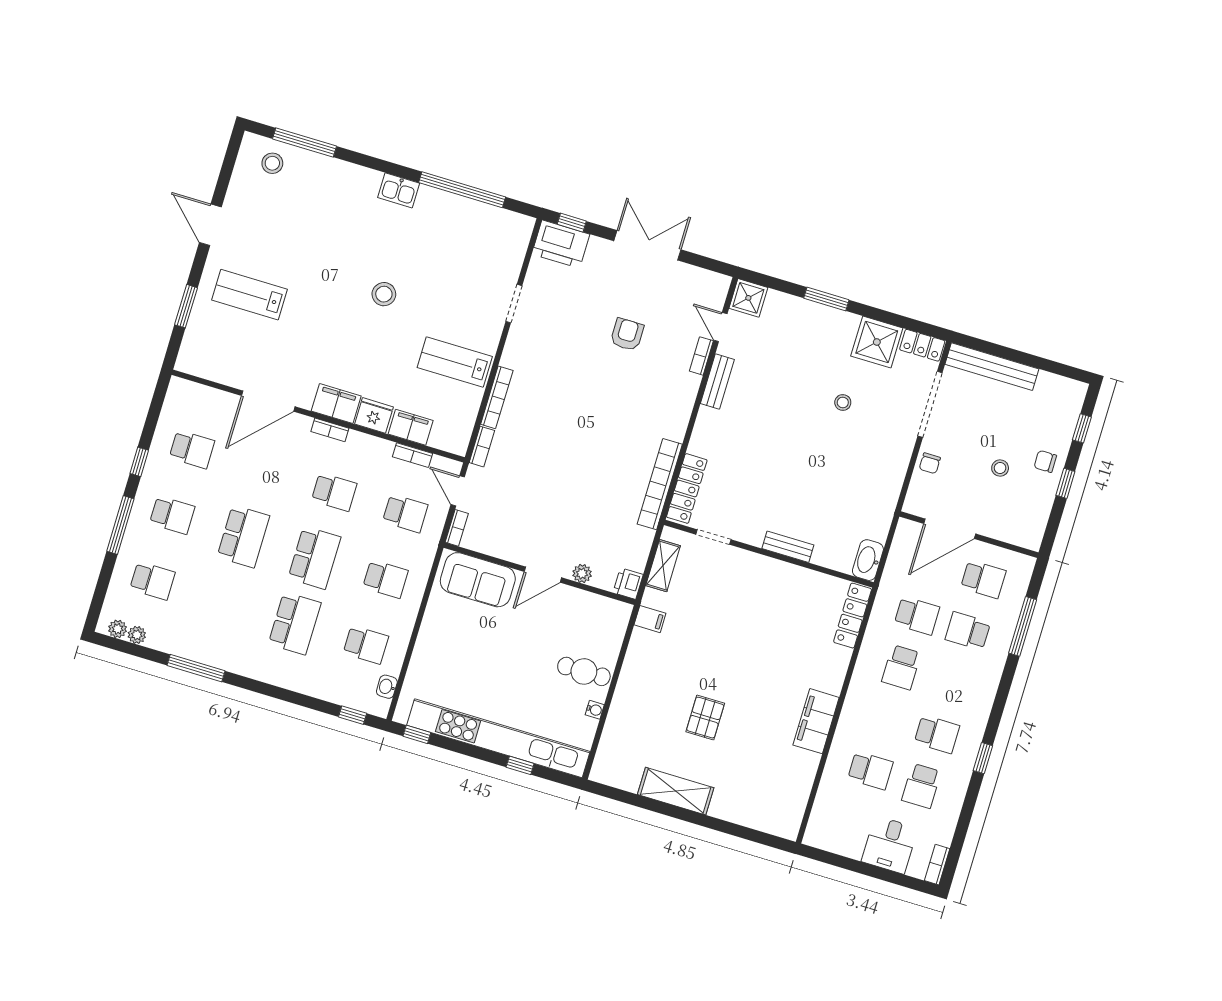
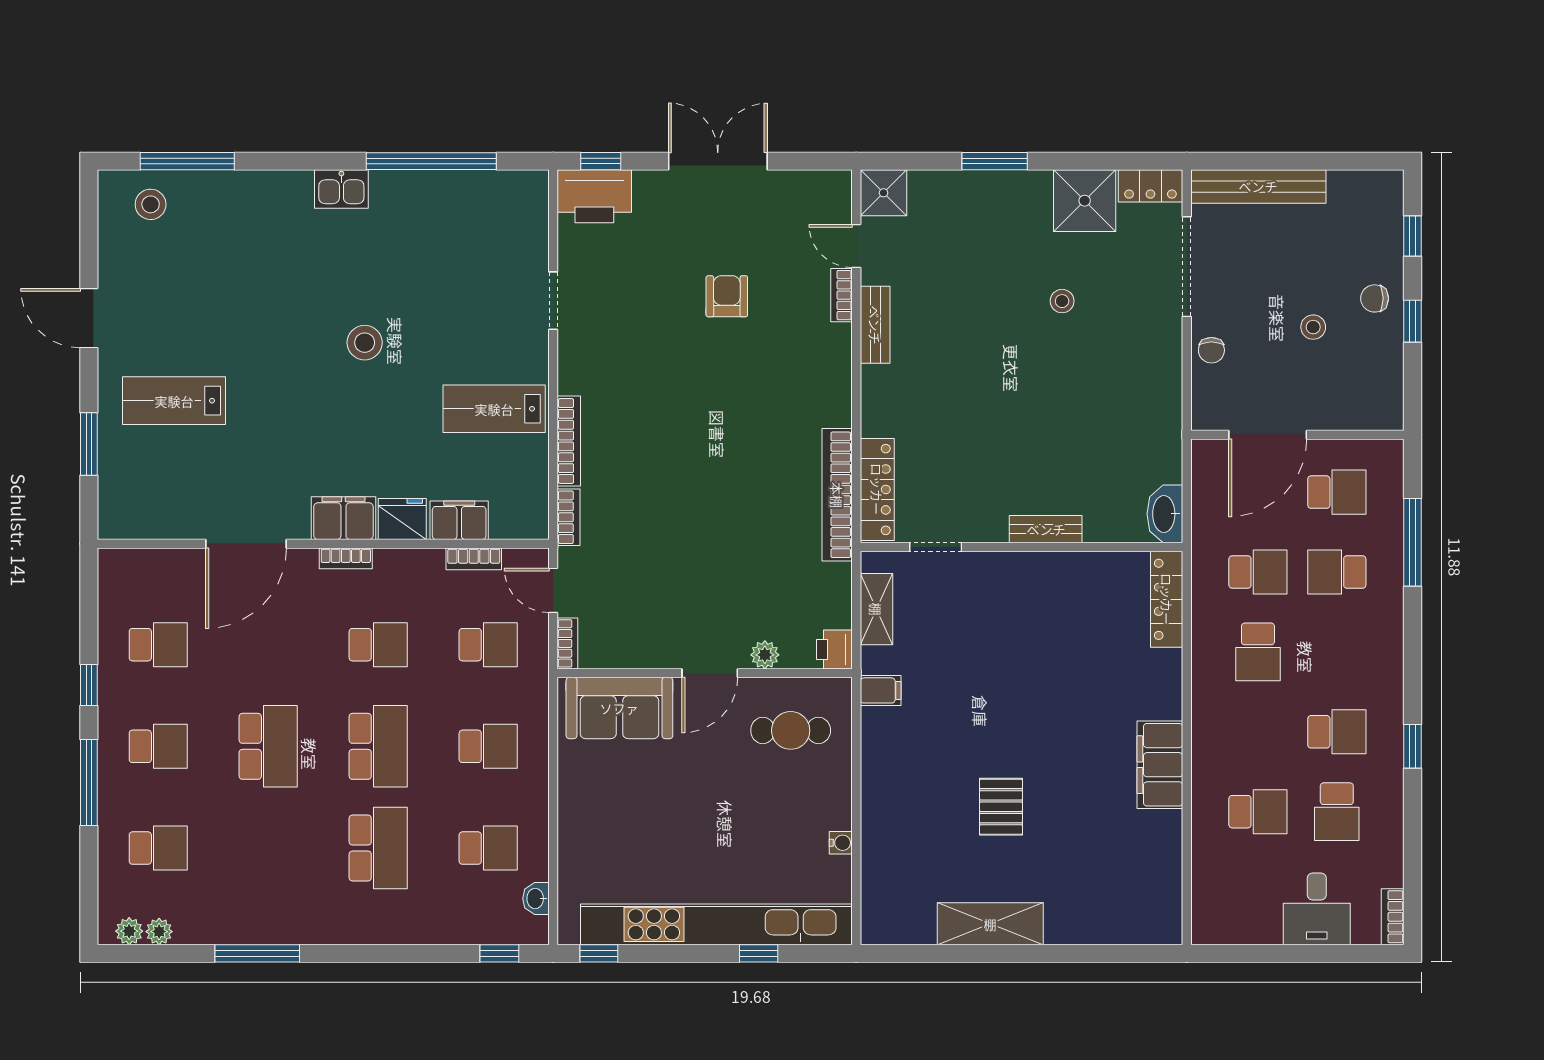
cafe table: (584, 671) -> (791, 730), moved

